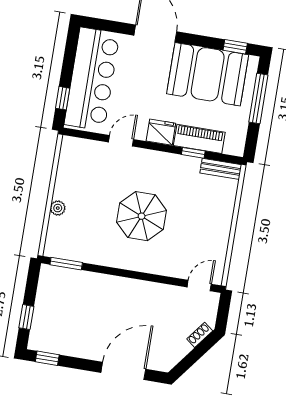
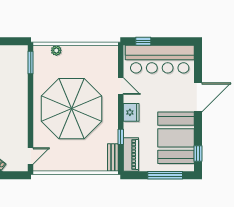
piano: (199, 139) -> (131, 155), moved
plant: (58, 208) -> (56, 50), moved
parasol: (142, 216) -> (72, 109), width x1.86, depth x1.86
door: (199, 286) -> (31, 156), hinge flipped

